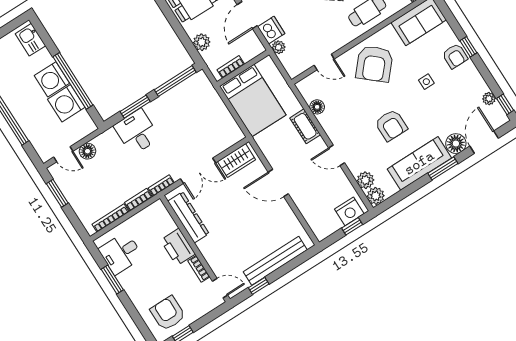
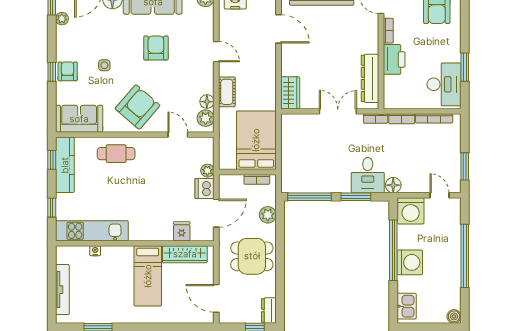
washing machine: (66, 103) -> (411, 211), moved, turned 90
floor lamp: (88, 151) -> (393, 185), moved
wardrobe: (237, 161) -> (290, 93), moved, turned 90
plant: (365, 180) -> (206, 118), moved
door: (278, 183) -> (278, 29), moved
desk: (121, 253) -> (444, 84), width x1.37

